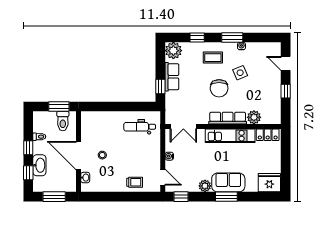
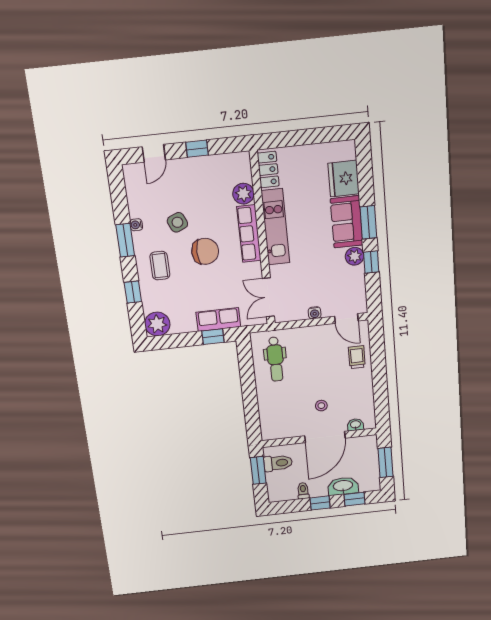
row of seats: (172, 77) -> (218, 320), moved
double door: (183, 126) -> (268, 297), swing flipped
door: (163, 177) -> (346, 319), swing flipped
fridge: (269, 183) -> (344, 179), moved
window: (181, 197) -> (371, 262), moved

